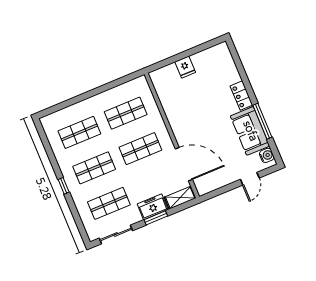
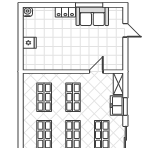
water cooler: (267, 155) -> (28, 12), moved
door: (184, 164) -> (96, 72), width x0.53

